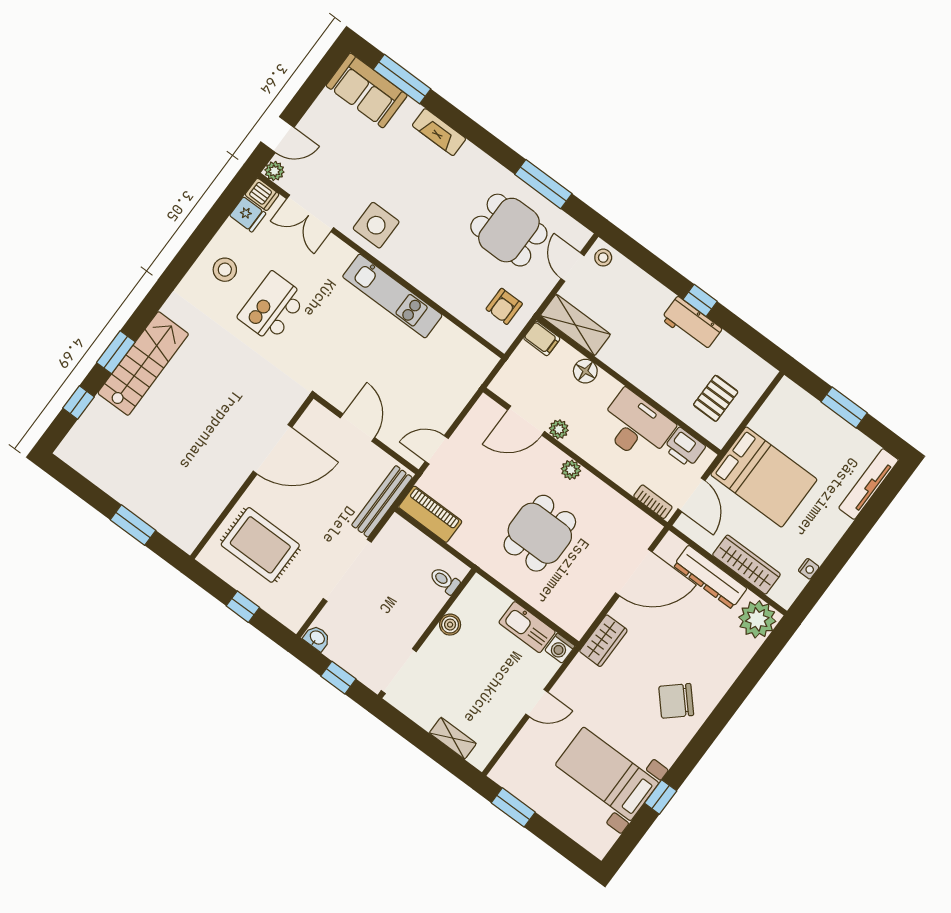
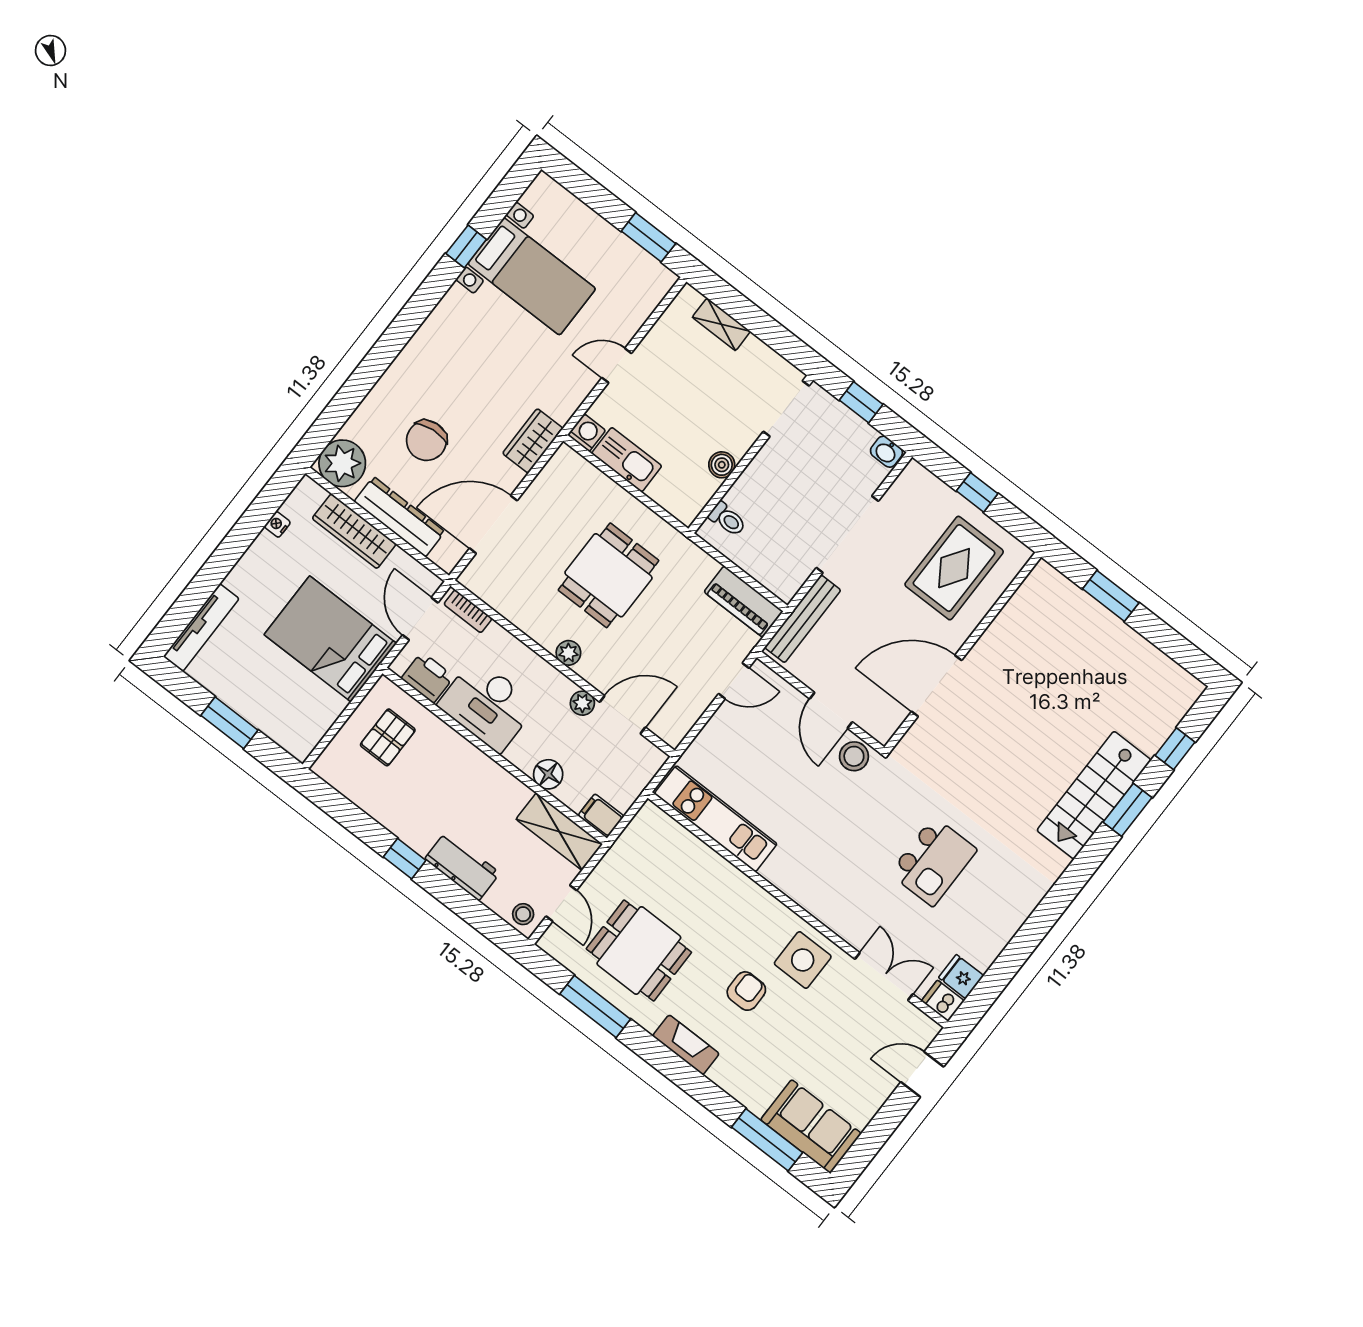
fireplace: (439, 132) -> (686, 1045), moved
plant: (274, 171) -> (927, 1030), removed
stool: (225, 270) -> (854, 756), moved
kitchen unit: (392, 296) -> (716, 819), moved
armchair: (504, 306) -> (746, 991), moved
workbench: (692, 324) -> (462, 866), moved
rug: (260, 545) -> (954, 568), turned 90
chair: (676, 701) -> (426, 441), moved, turned 127

